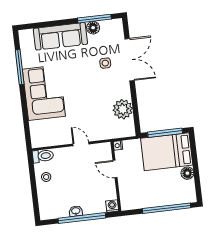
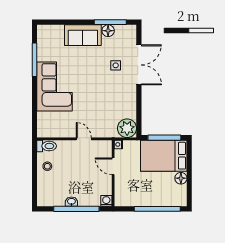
sofa: (60, 36) -> (83, 35), width x0.73
plant: (123, 109) -> (127, 128), moved

